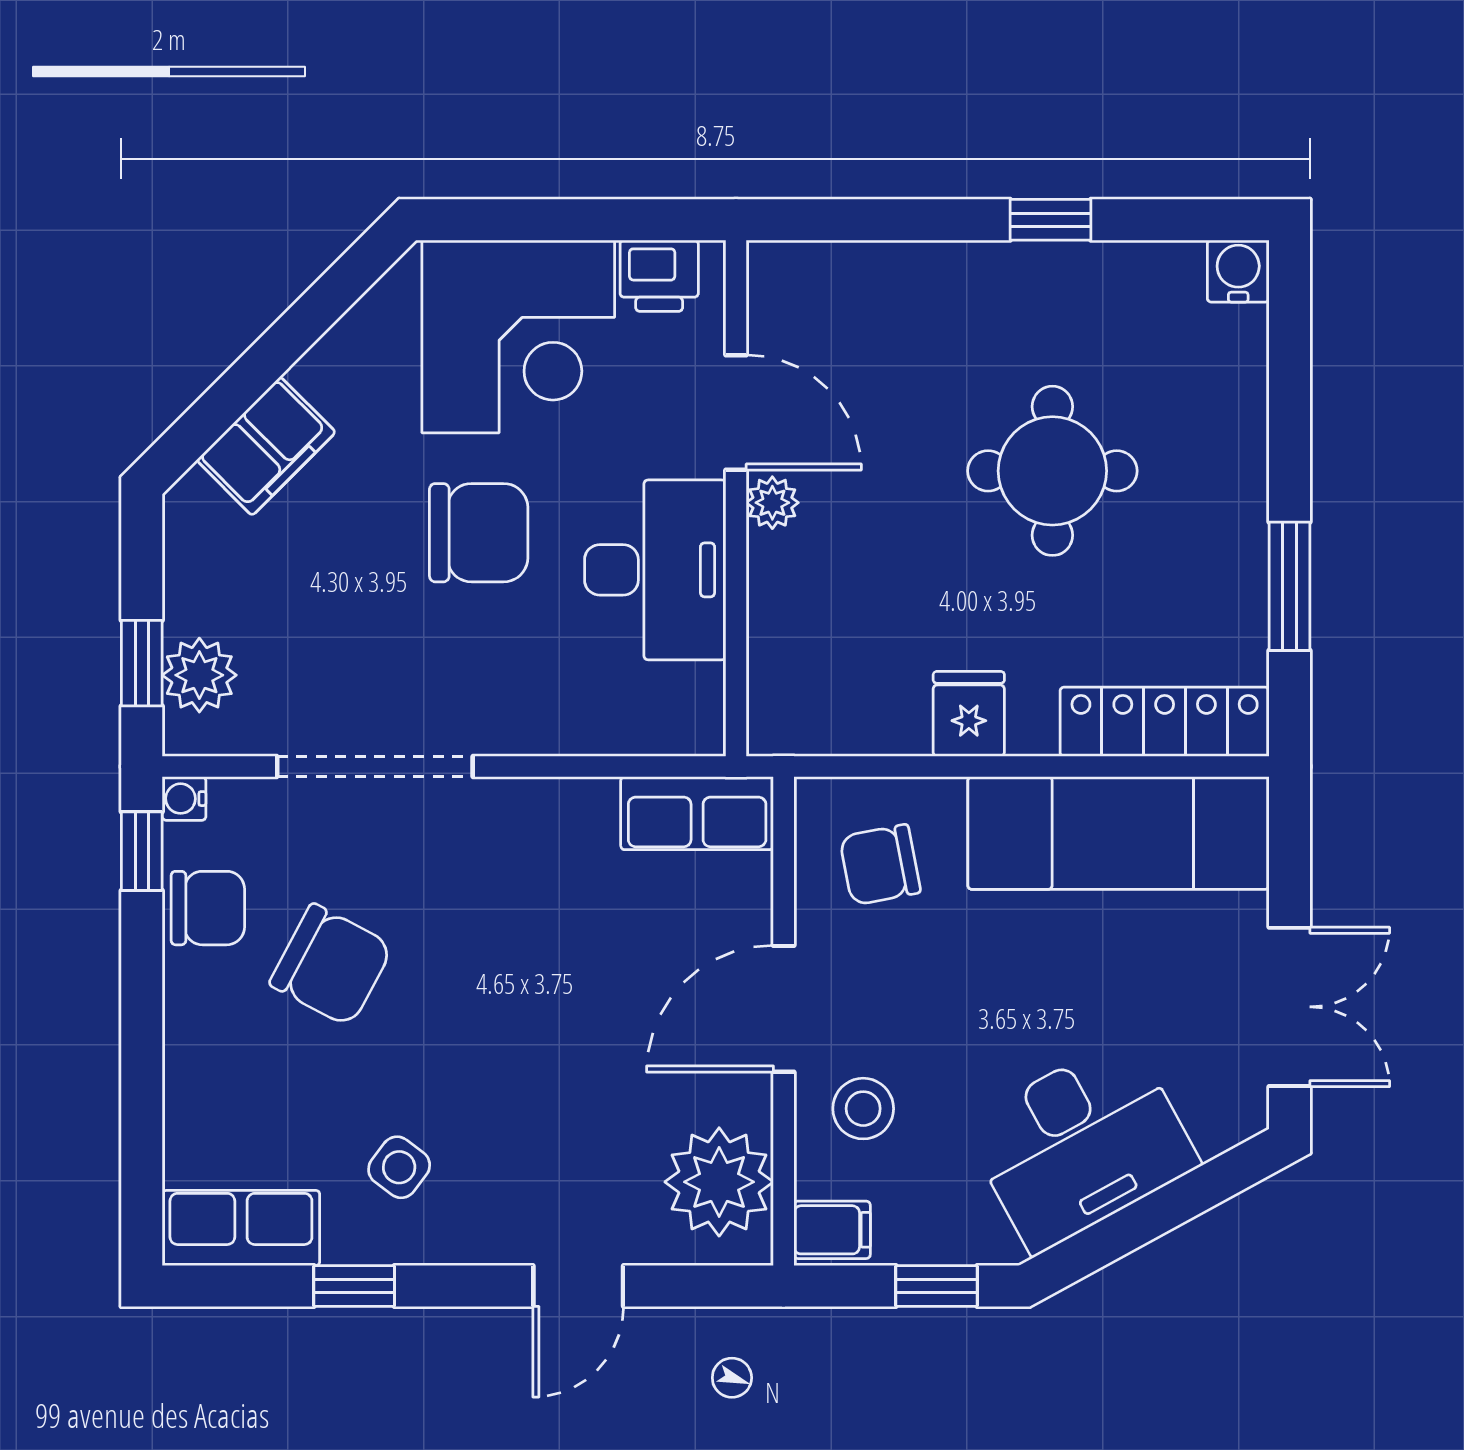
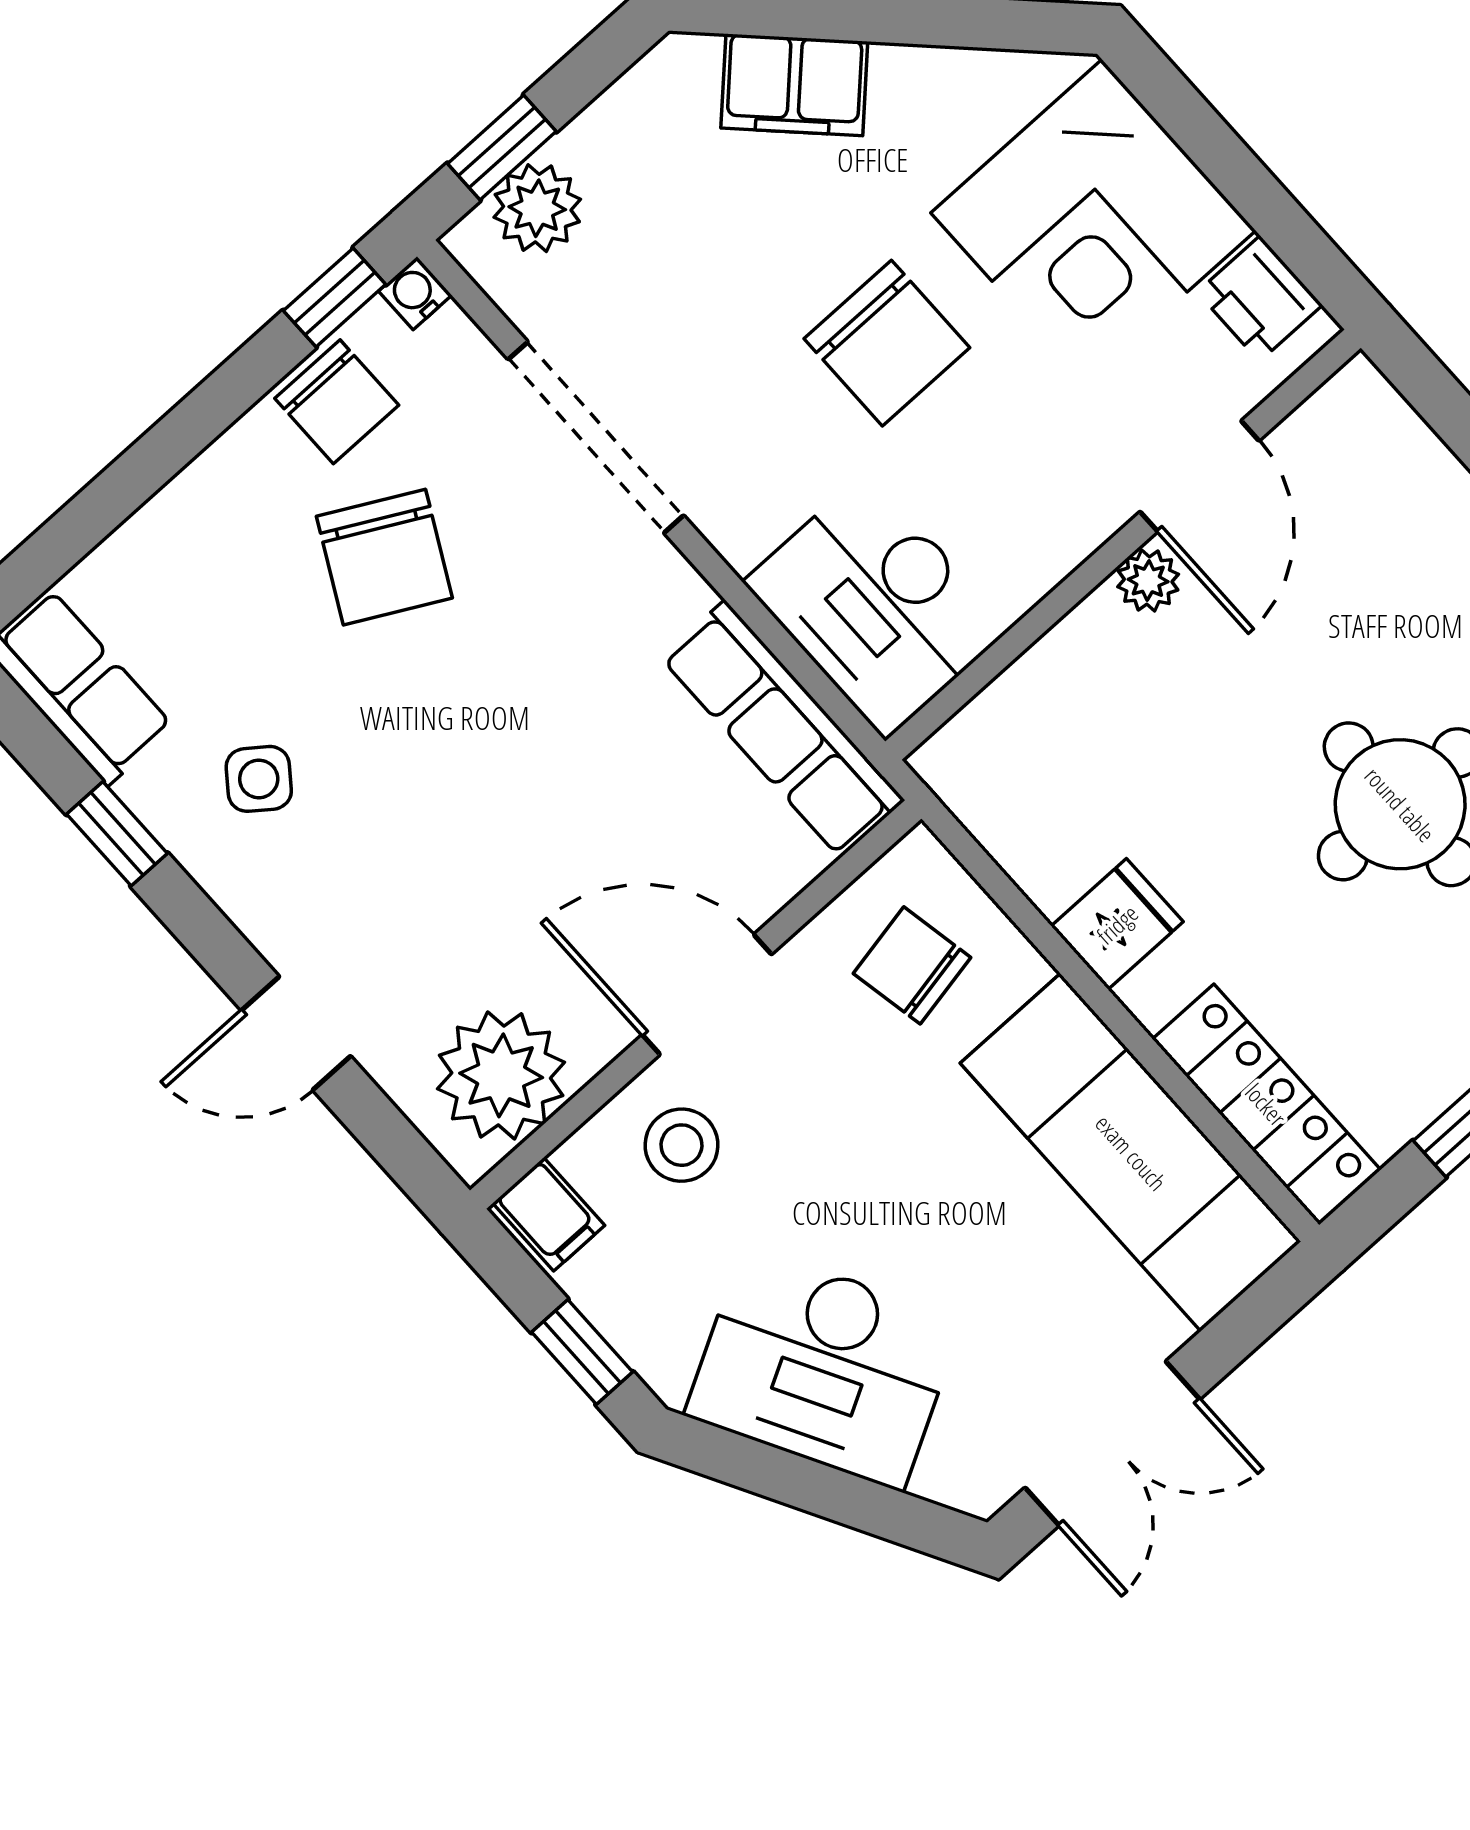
desk: (655, 570) -> (876, 605), moved, turned 90
row of seats: (697, 813) -> (783, 729), width x1.48

